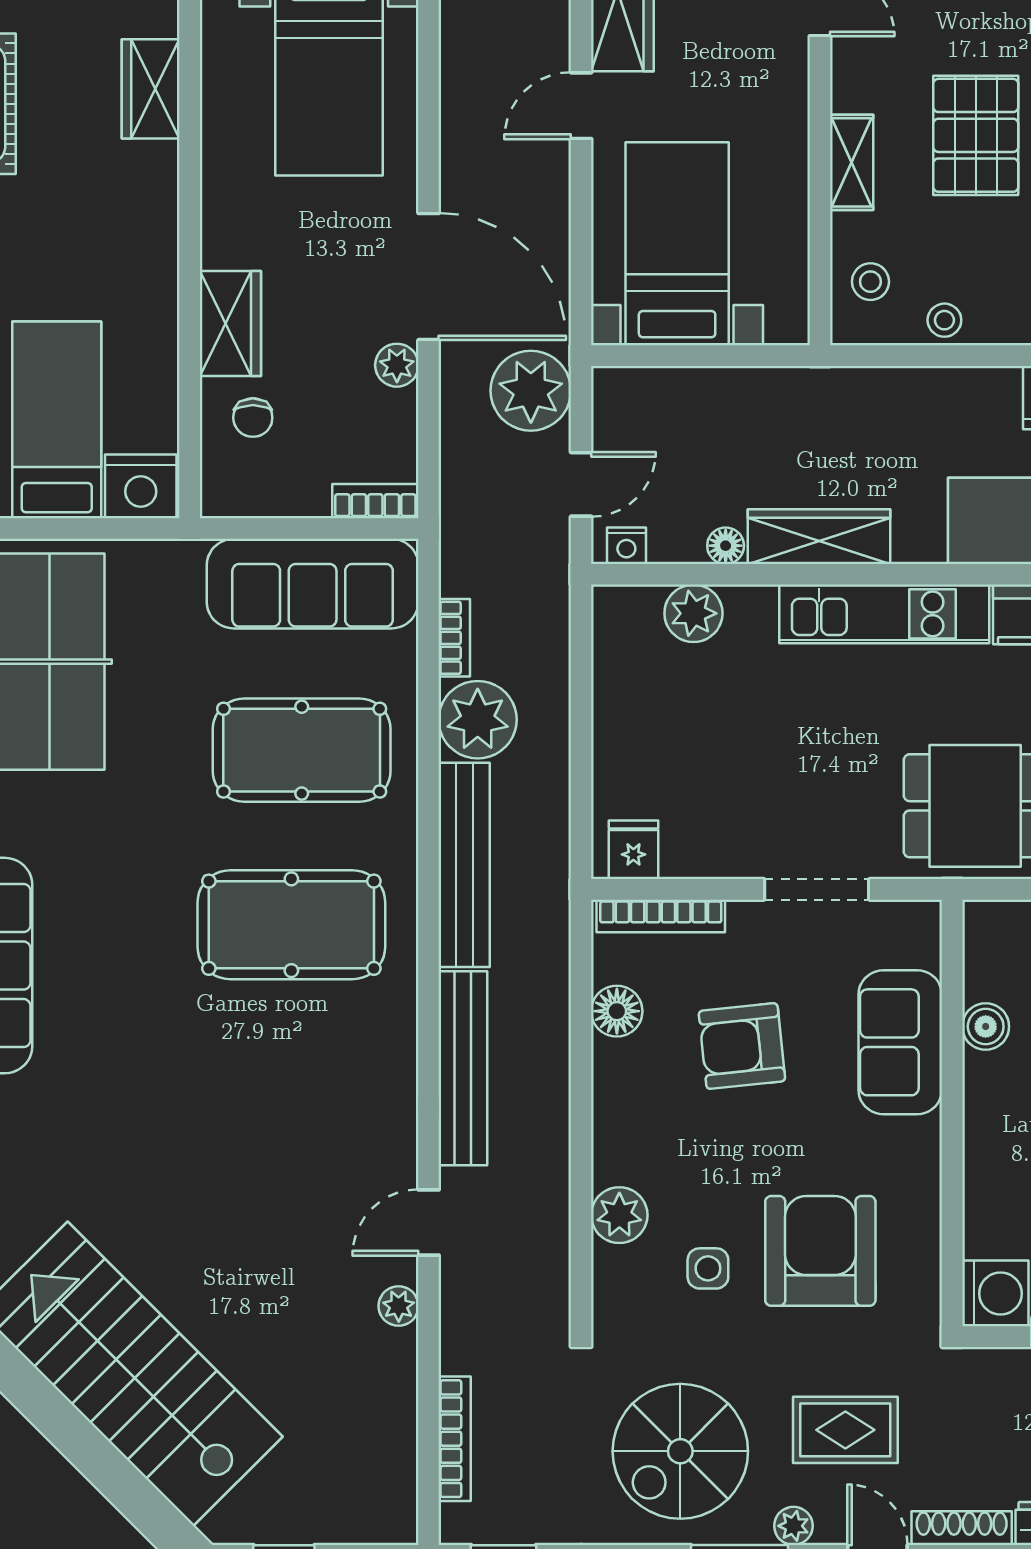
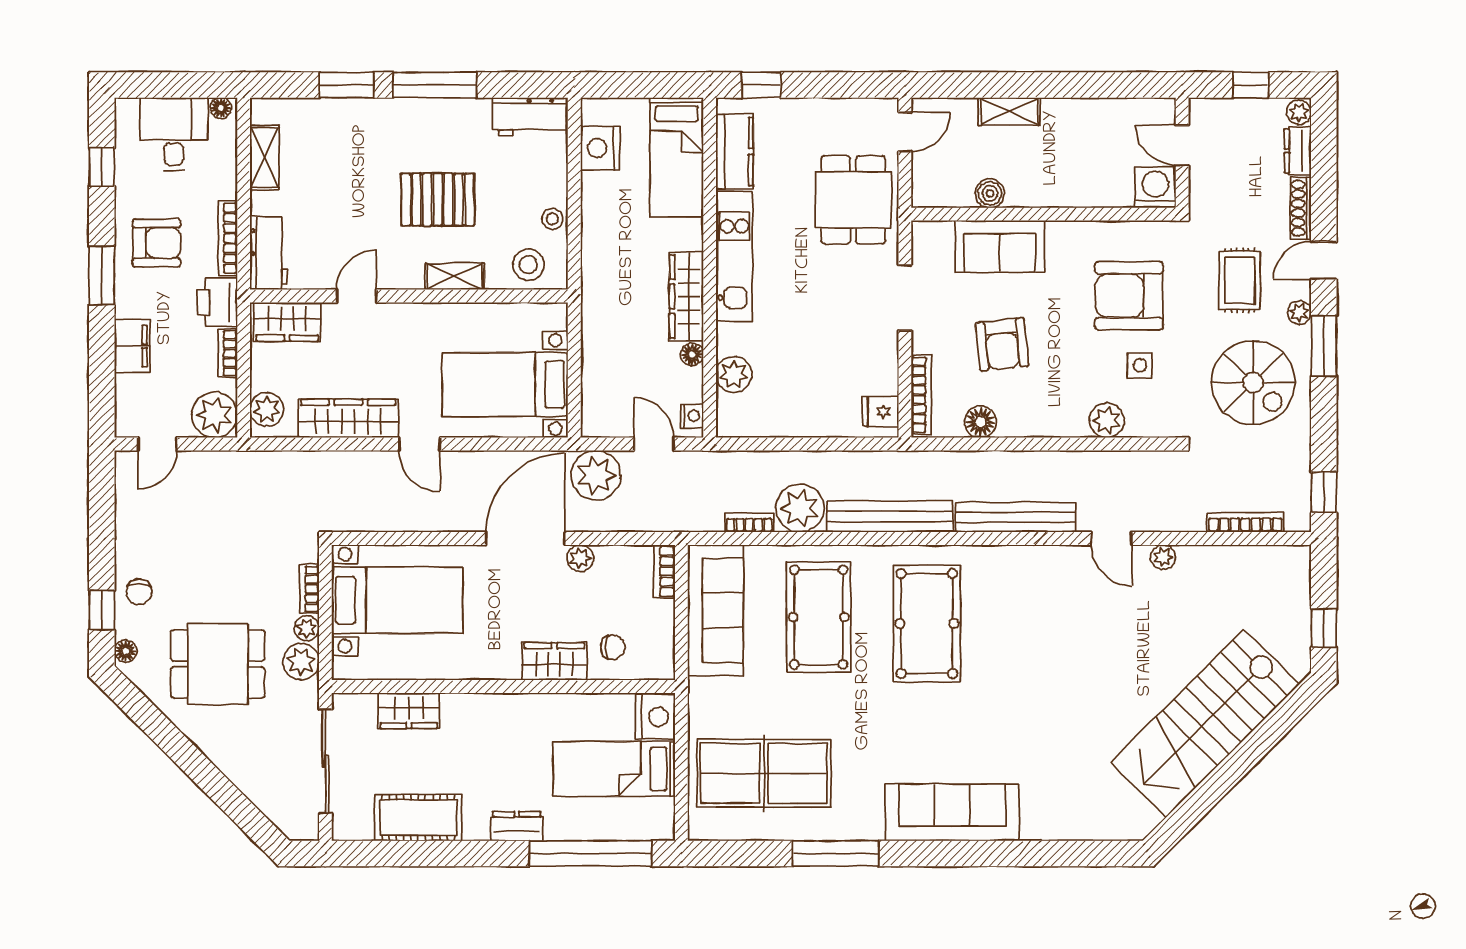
stool: (870, 282) -> (528, 265), width x1.37, depth x1.37

